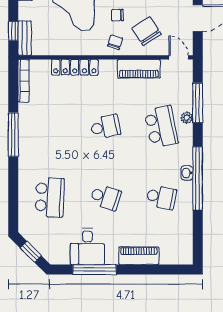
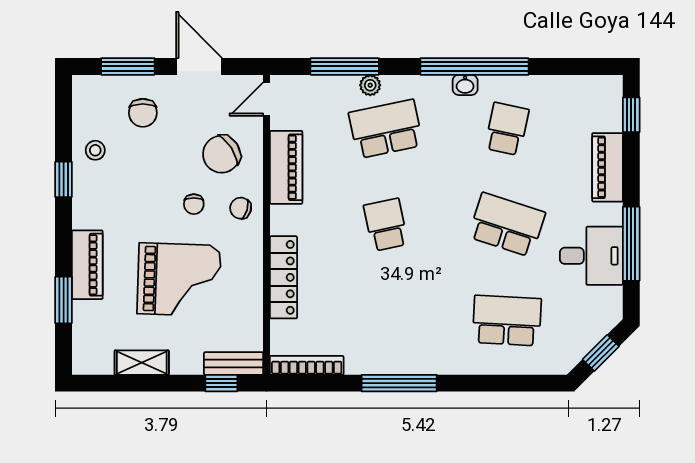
school desk: (105, 197) -> (507, 225), width x1.85
window: (169, 270) -> (631, 115), added

